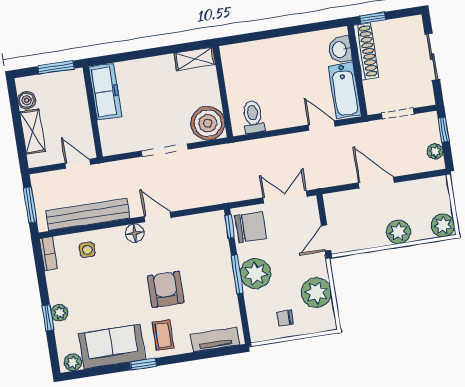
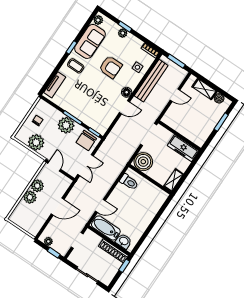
freezer: (105, 92) -> (183, 148), moved
wall: (93, 112) -> (180, 136), moved
plant: (443, 225) -> (37, 186), moved
armchair: (166, 289) -> (111, 67), moved

